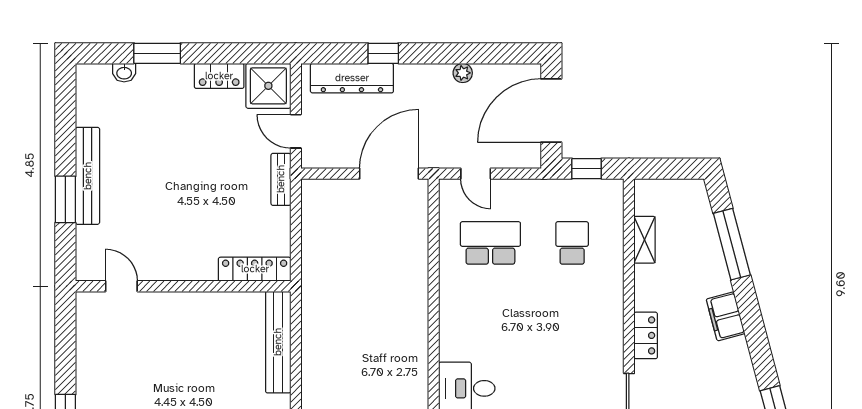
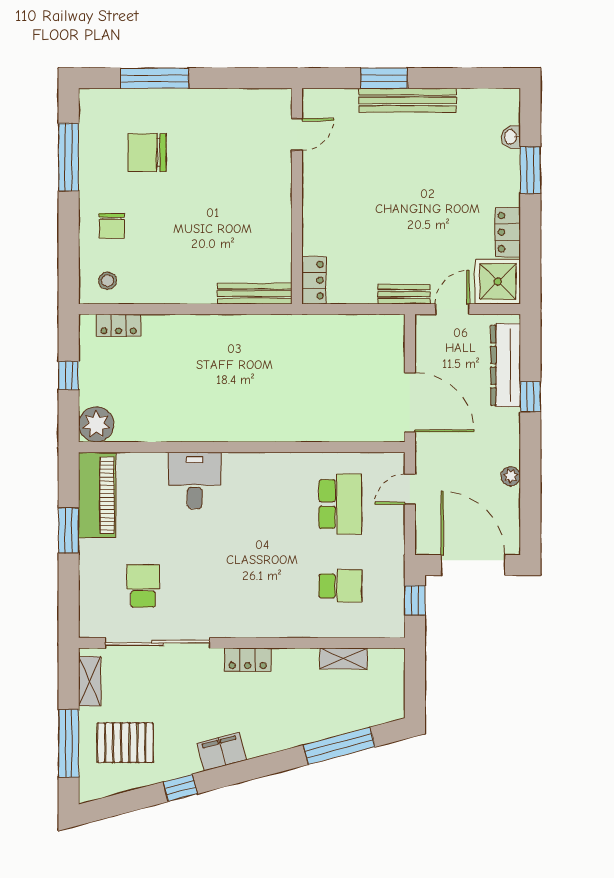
locker: (255, 269) -> (314, 280), width x0.66
filing cabinet: (726, 316) -> (222, 752), moved
bench: (278, 342) -> (255, 294), width x0.73, depth x0.82

